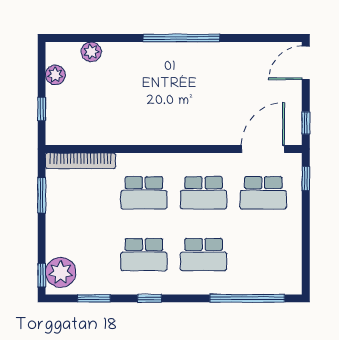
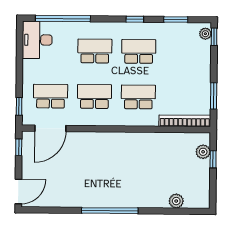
plant: (55, 75) -> (203, 152), moved
desk: (282, 269) -> (37, 40), added
plant: (61, 272) -> (205, 34), width x0.53, depth x0.53

